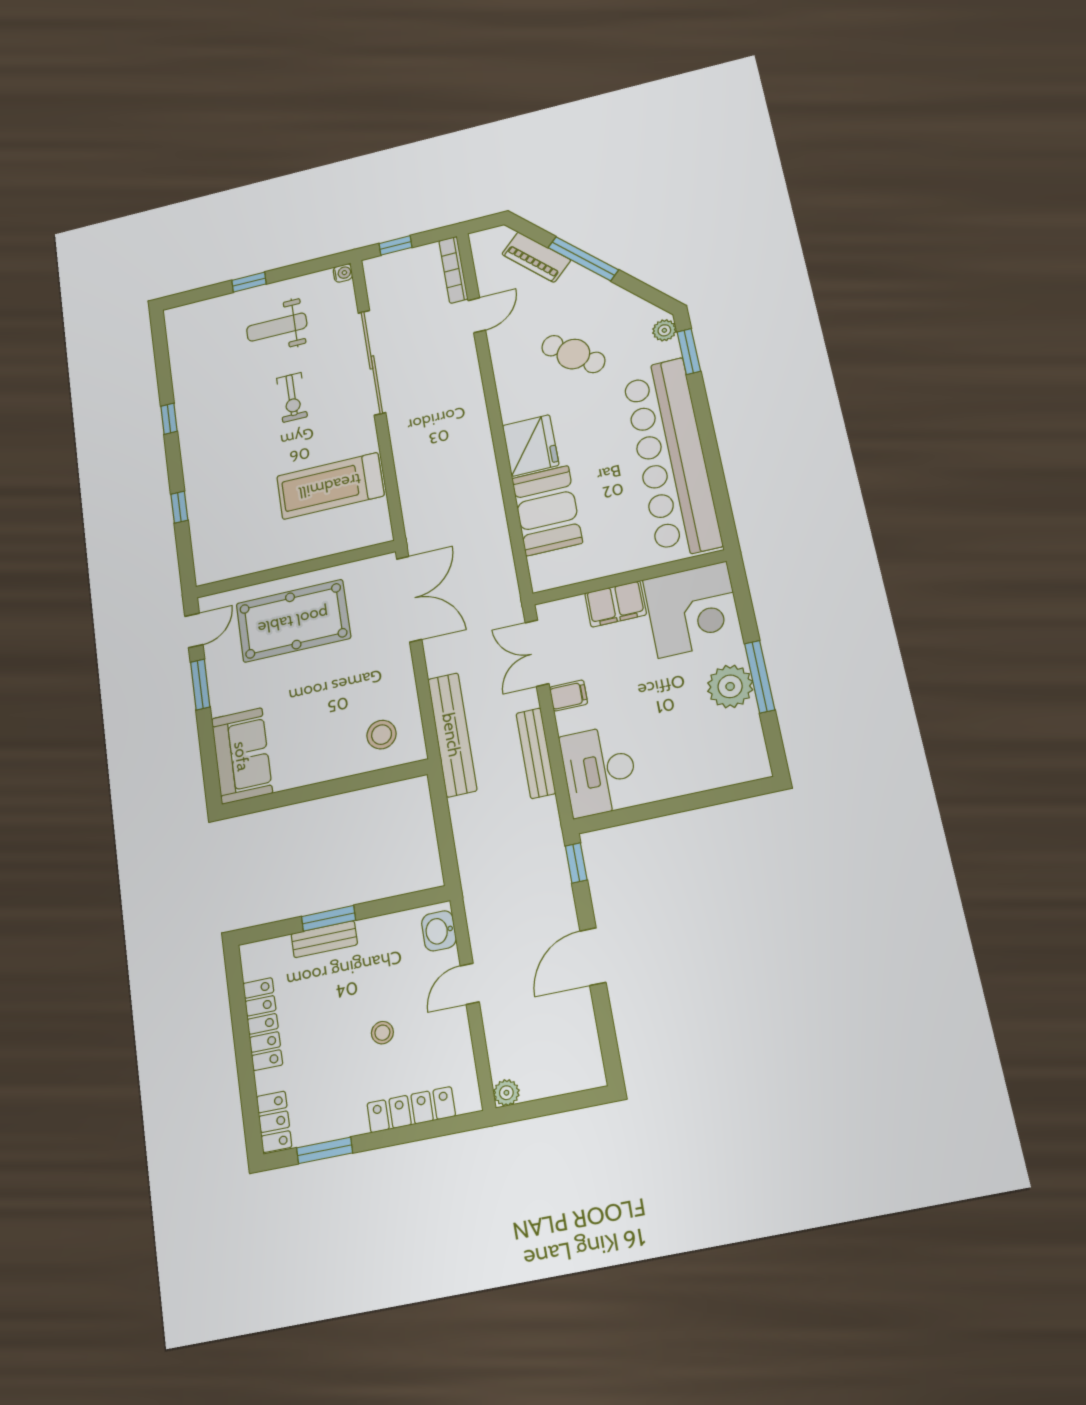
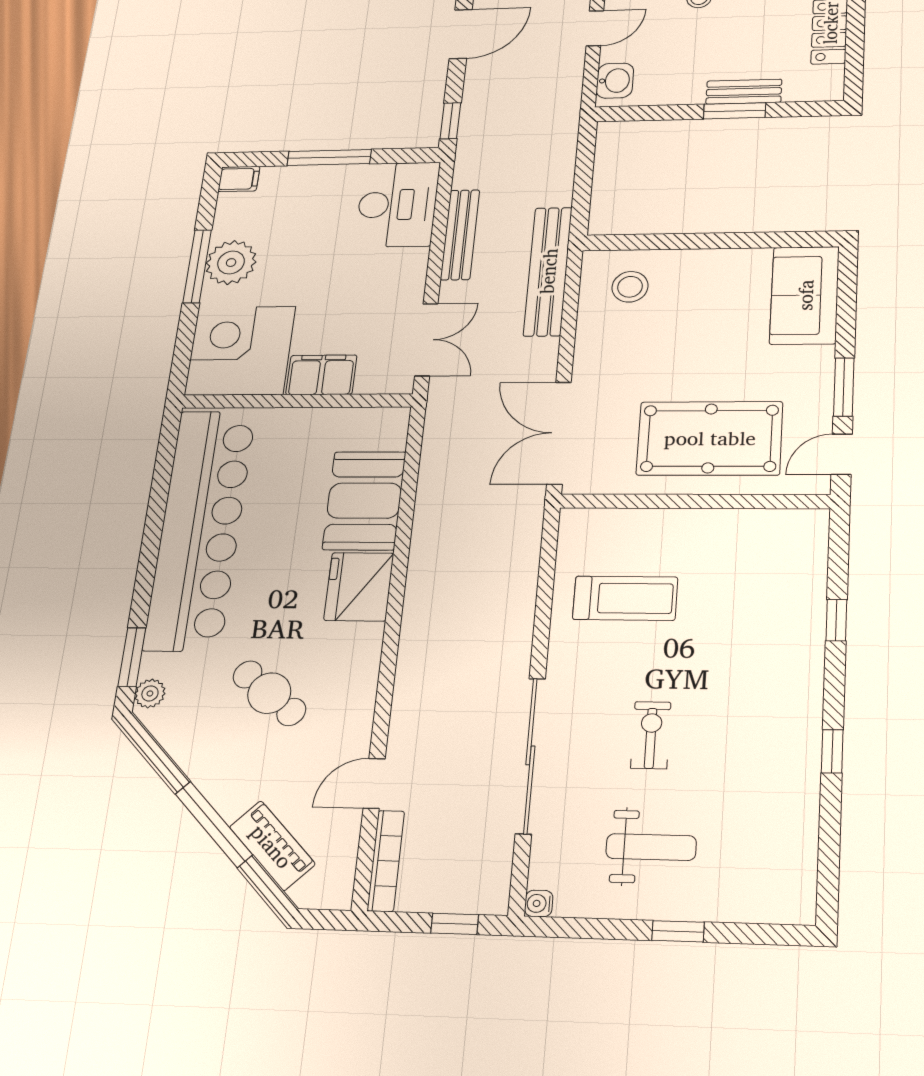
treadmill: (330, 486) -> (625, 598), width x0.73, depth x0.73
filing cabinet: (569, 696) -> (239, 179), moved, turned 180
window: (676, 805) -> (329, 158), added

